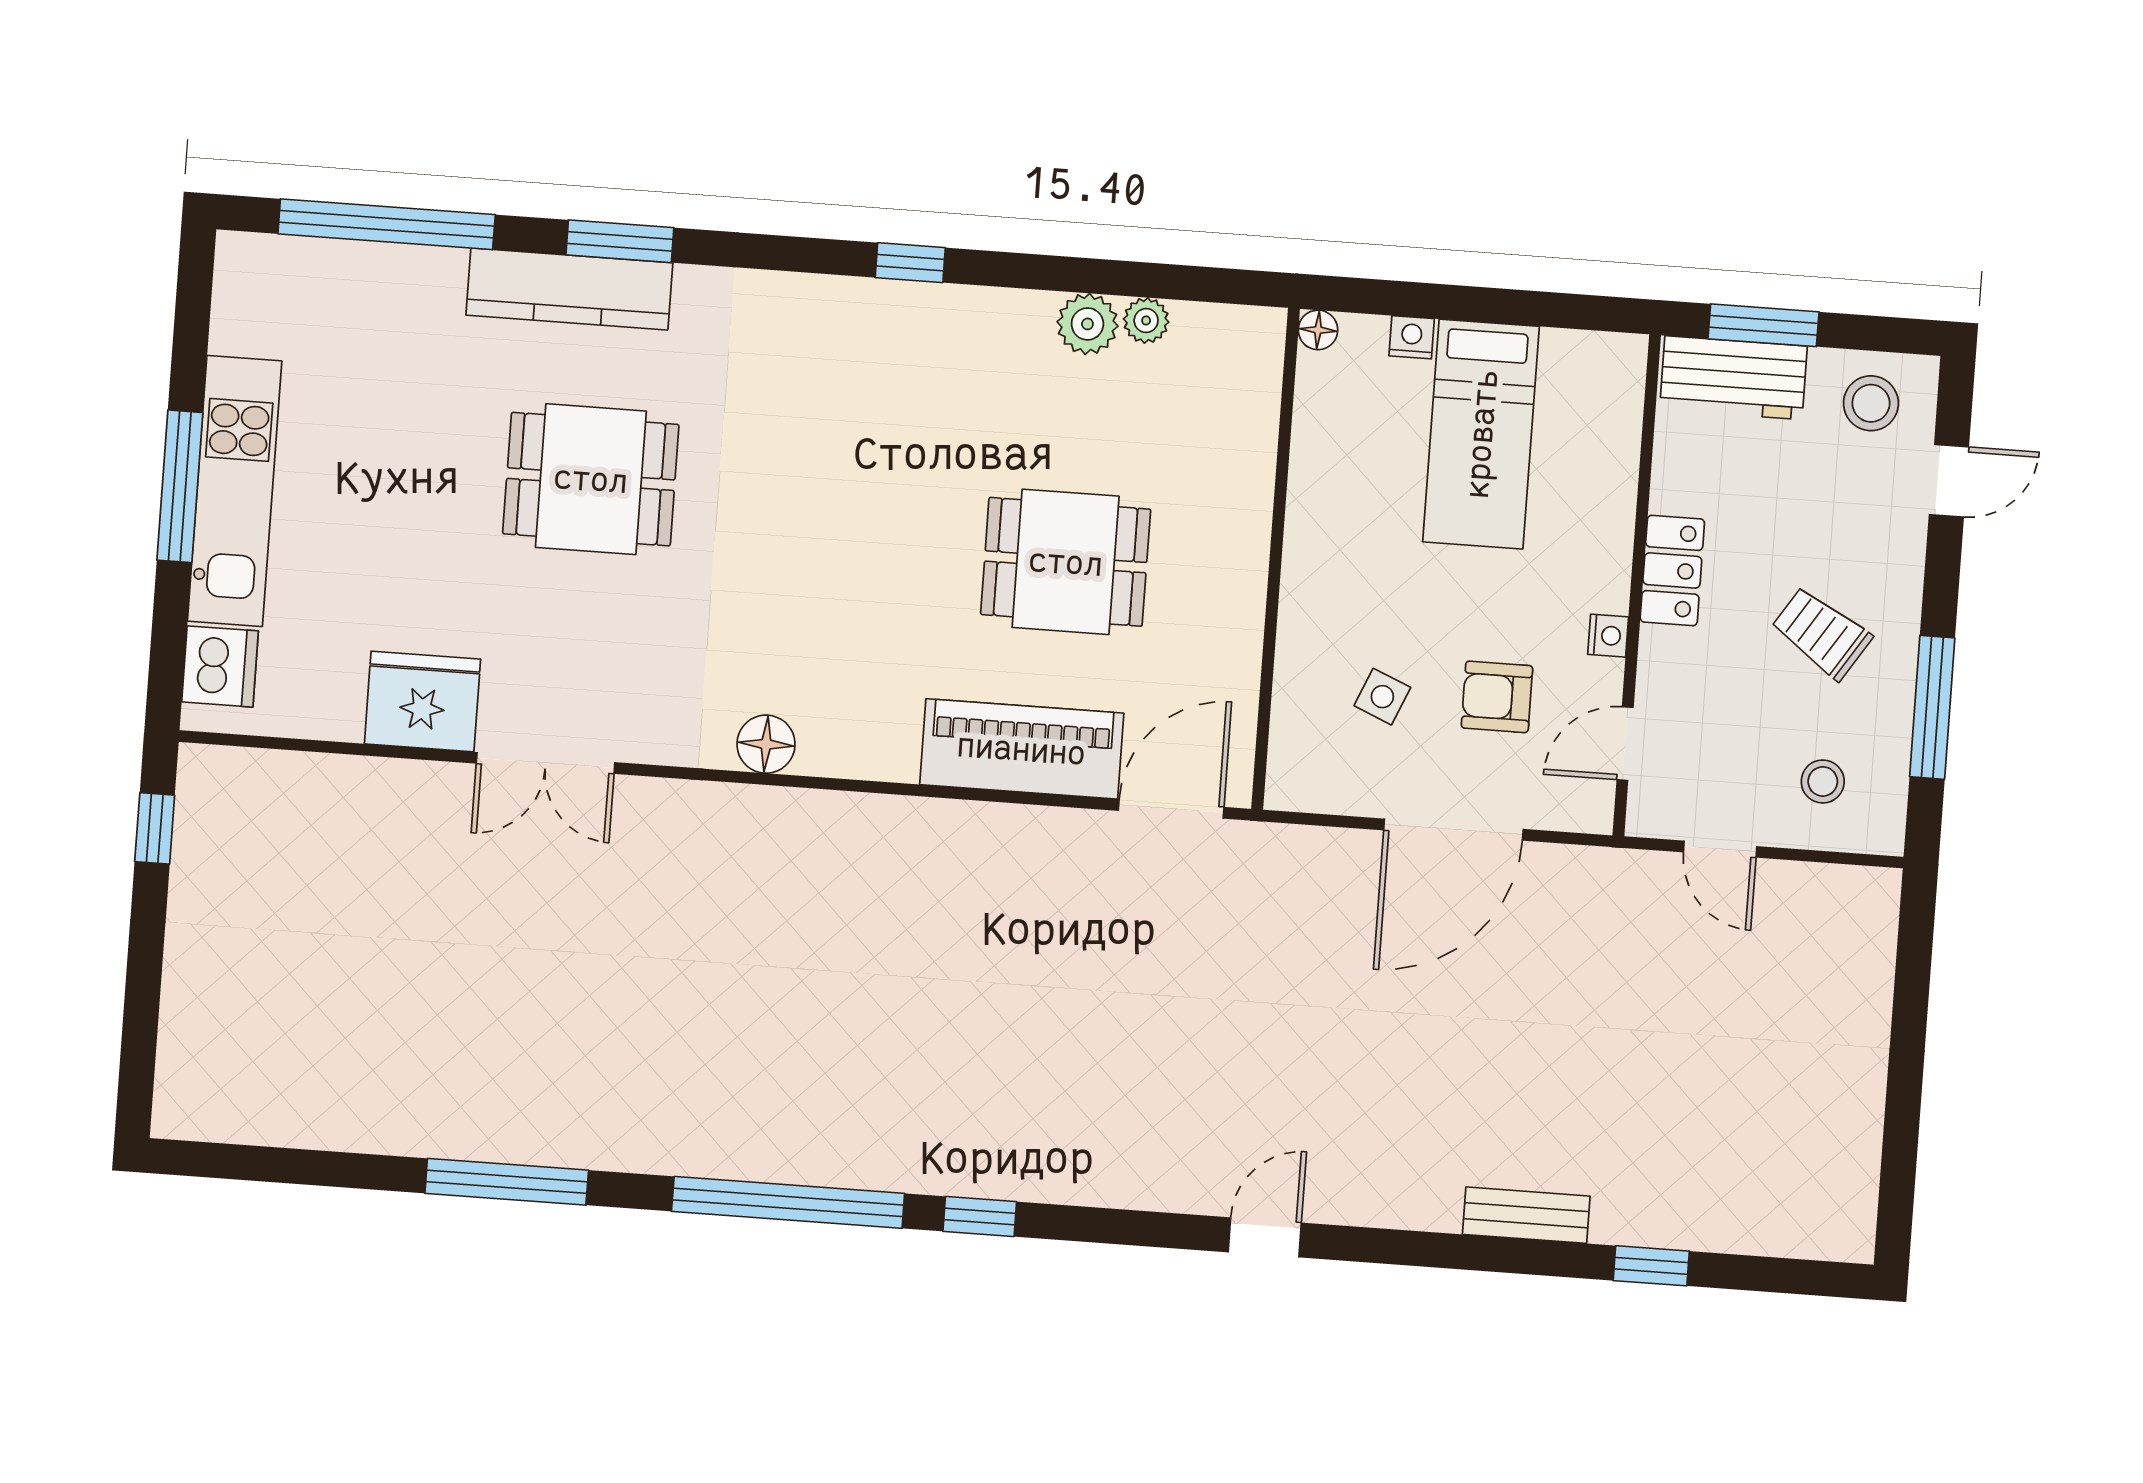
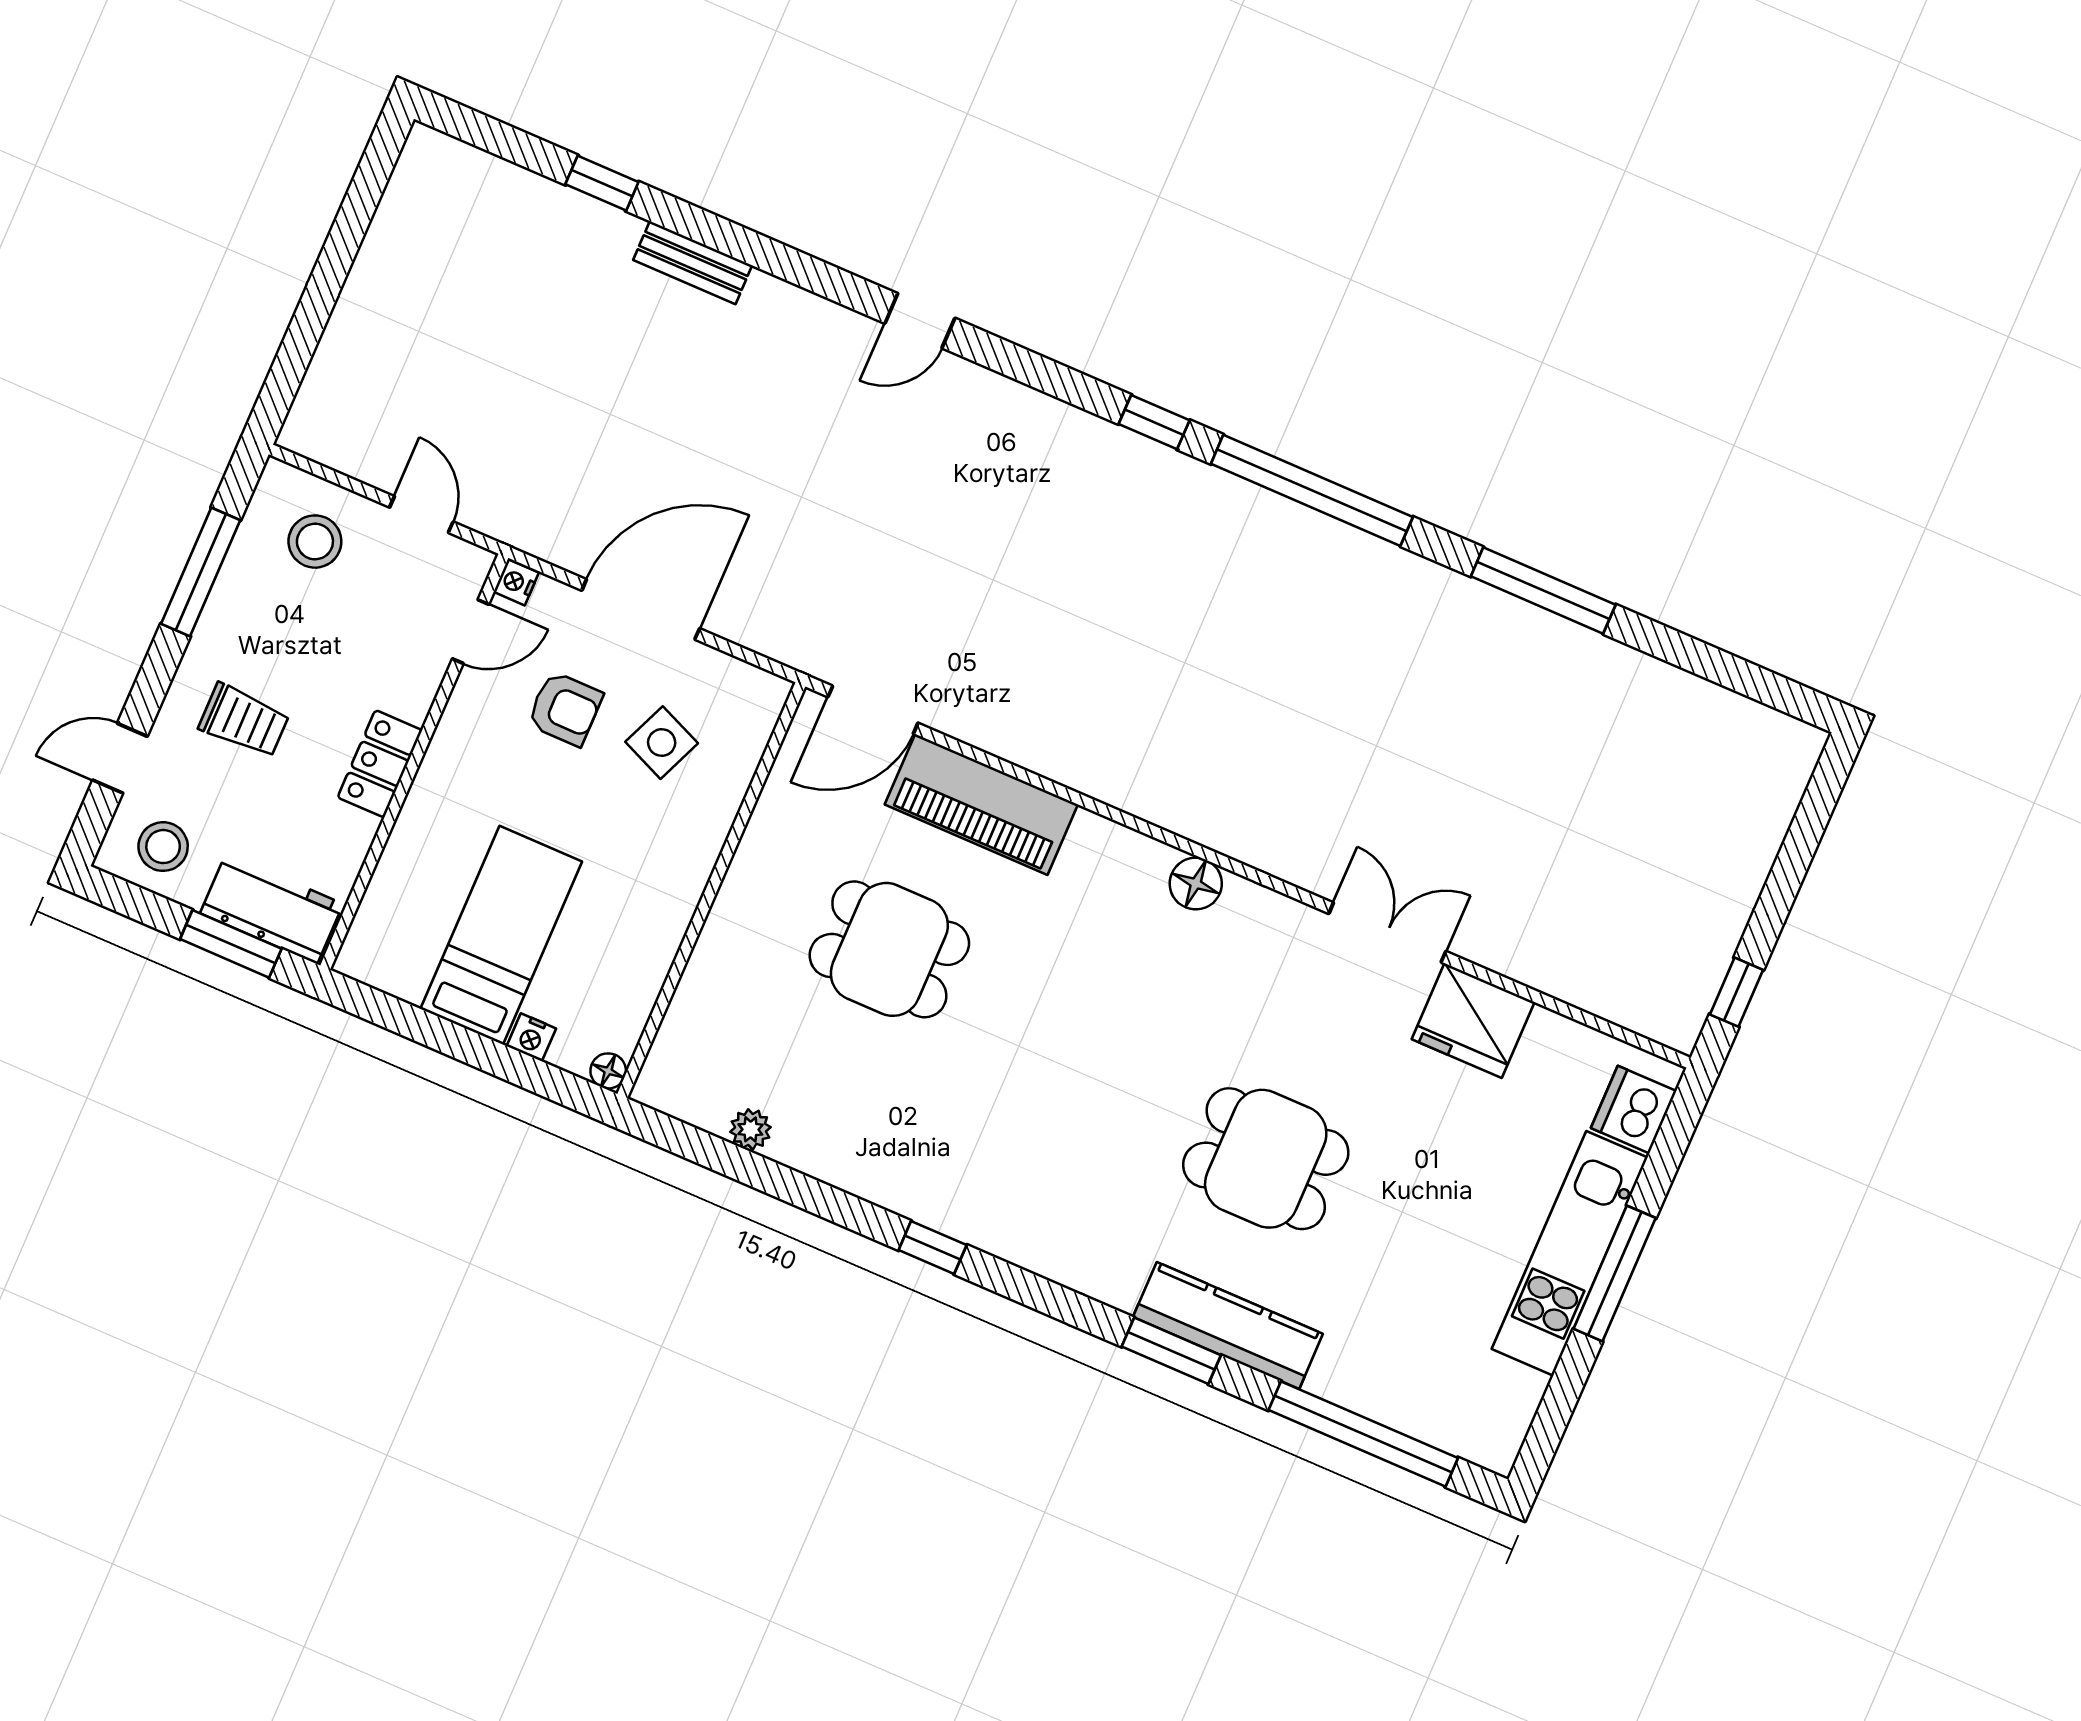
plant: (1087, 324) -> (801, 1144), removed
trolley: (1821, 633) -> (244, 721), moved, turned -33
nightstand: (1608, 636) -> (516, 582), moved
side table: (1382, 697) -> (662, 743), width x1.37, depth x1.37
stool: (1823, 781) -> (315, 542), width x1.37, depth x1.37

